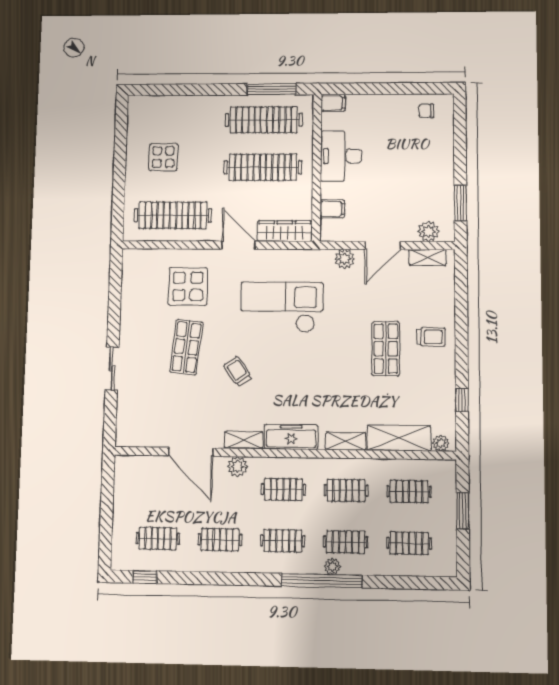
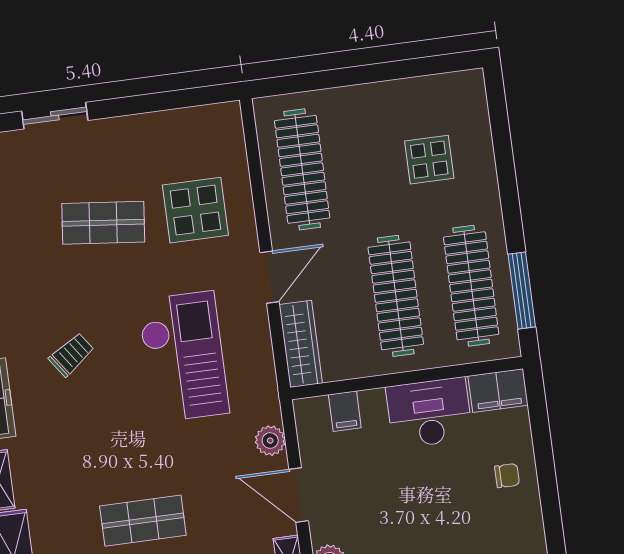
filing cabinet: (333, 103) -> (498, 391), width x2.00
chair: (426, 111) -> (507, 476), moved, turned 90
display table: (163, 157) -> (429, 160), moved
trolley: (238, 372) -> (71, 355), moved

